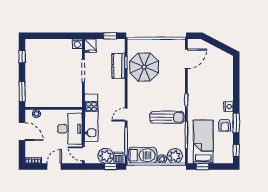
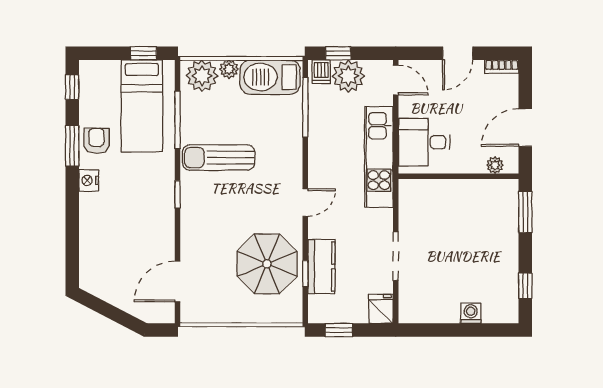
washing machine: (77, 44) -> (471, 313), moved
door: (126, 115) -> (305, 203), moved
desk: (70, 129) -> (424, 142), width x0.73
door: (22, 132) -> (525, 127), hinge flipped

